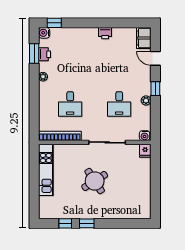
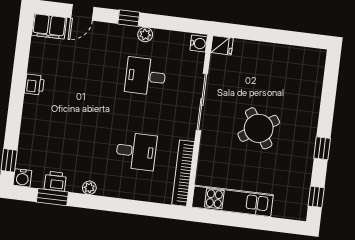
desk: (119, 104) -> (145, 76), turned 180
window: (65, 223) -> (316, 197), moved

